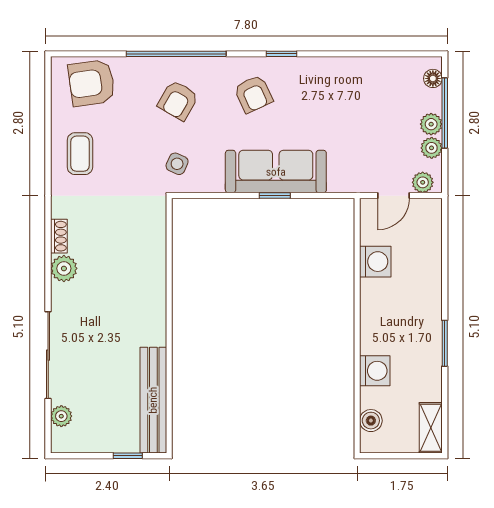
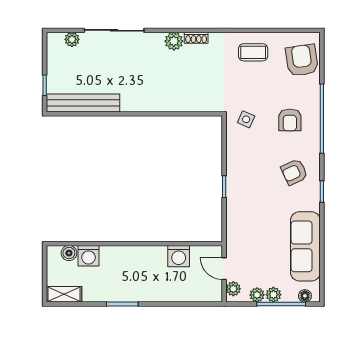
armchair: (178, 100) -> (290, 120), turned -120
sofa: (276, 172) -> (305, 246), moved, turned 180
washing machine: (375, 371) -> (88, 256), moved

